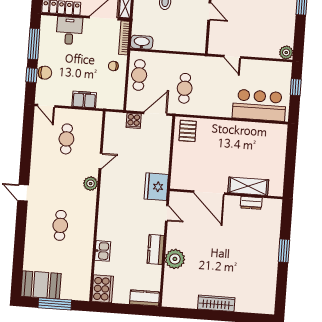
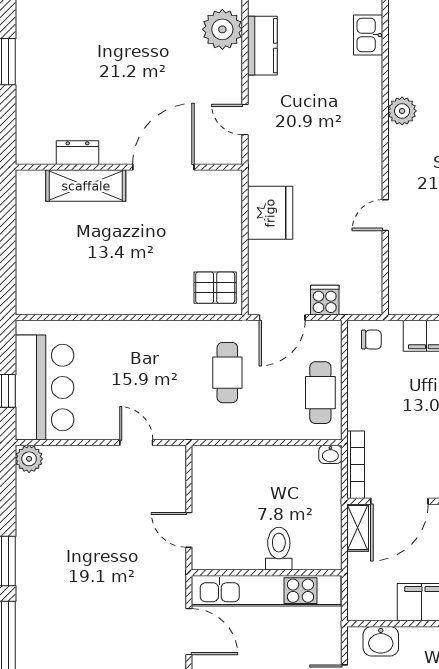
washbasin: (142, 42) -> (330, 454), width x0.52, depth x0.69
chair: (113, 66) -> (371, 340), moved
bar counter: (259, 105) -> (45, 388), moved, turned -90
pallet: (188, 131) -> (215, 288), turned 90
plant: (91, 184) -> (402, 111), moved
fridge: (156, 187) -> (270, 213), moved
door: (209, 193) -> (163, 167), hinge flipped

